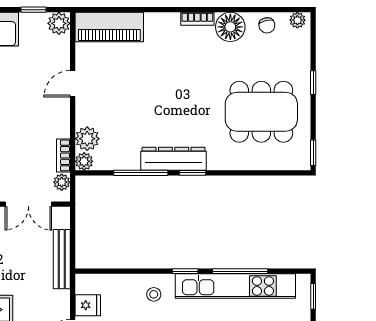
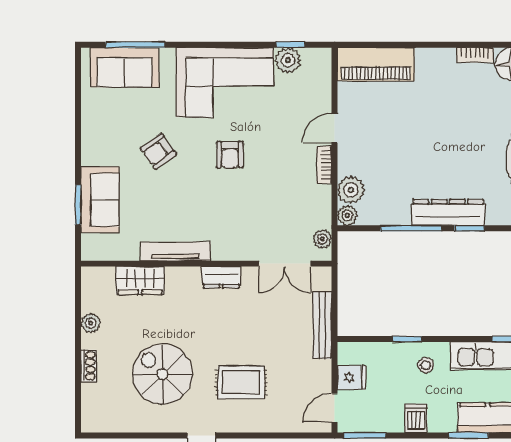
plant: (59, 23) -> (288, 60), moved
bookcase: (63, 155) -> (324, 165), moved
window: (185, 271) -> (407, 339), moved

